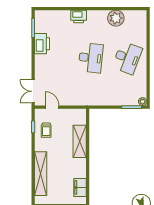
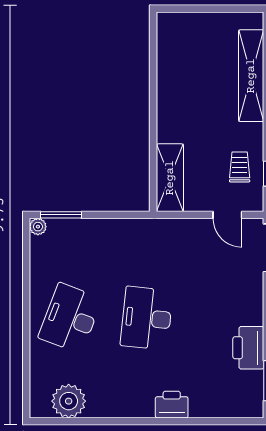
plant: (116, 18) -> (69, 401), moved
shelving: (80, 141) -> (170, 178), moved
filing cabinet: (80, 187) -> (169, 47), removed

